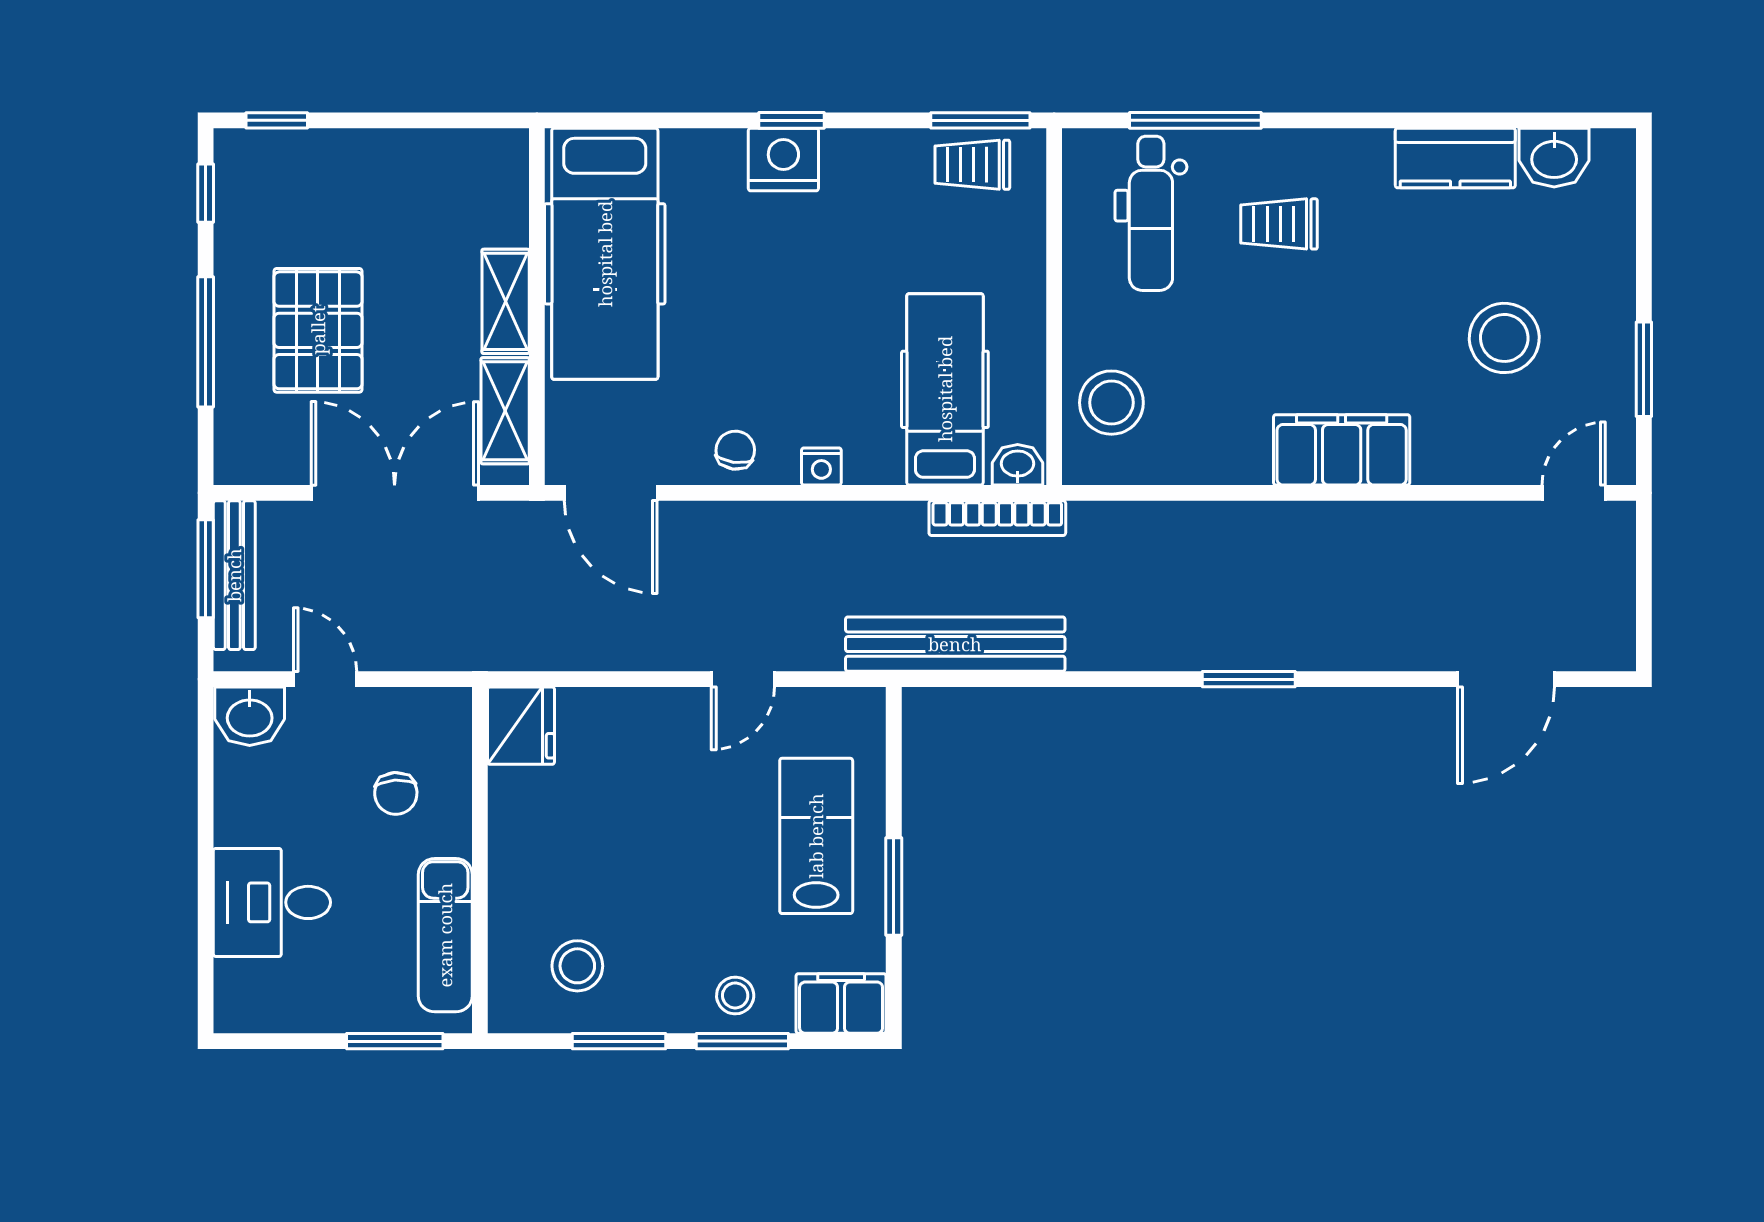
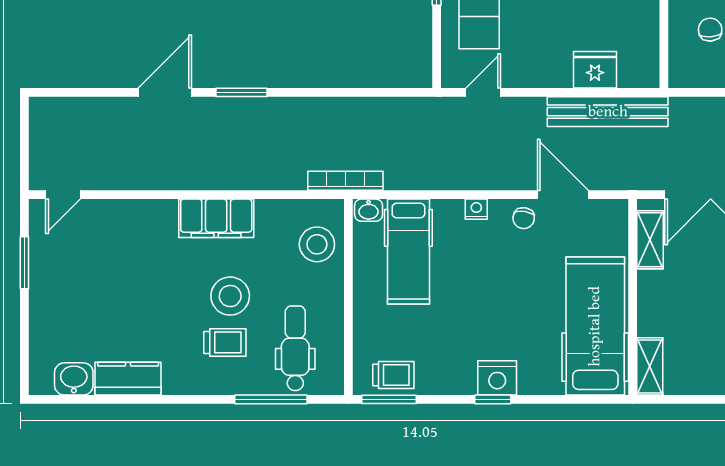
shelving: (506, 301) -> (650, 366), moved
stool: (1504, 338) -> (230, 296), moved
filing cabinet: (1342, 450) -> (216, 218), moved
door: (611, 493) -> (563, 195), moved
bookcase: (997, 518) -> (345, 181), moved
bench: (955, 644) -> (608, 112), moved
door: (743, 679) -> (483, 92), moved
door: (1506, 679) -> (165, 92), moved
fridge: (521, 726) -> (595, 70), moved, turned 90

